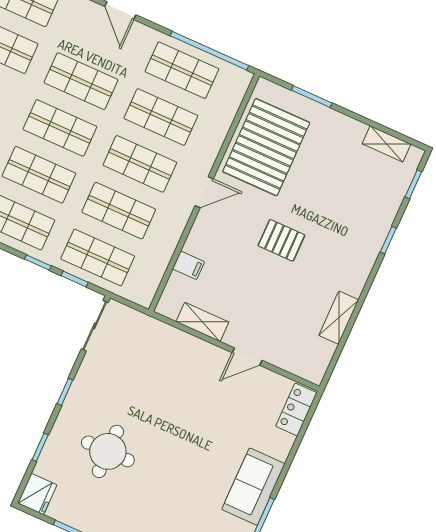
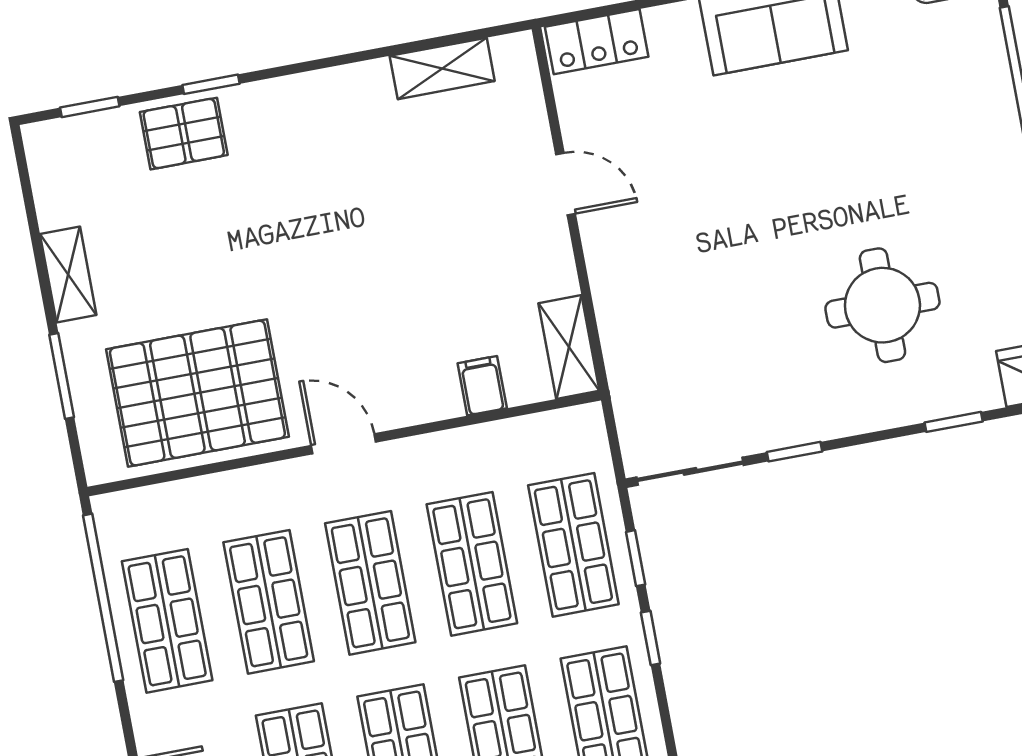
shelving: (386, 144) -> (68, 275), moved
pallet: (281, 240) -> (184, 134), moved, turned 90
shelving: (339, 318) -> (442, 68), moved
shelving: (202, 322) -> (569, 347), moved
window: (65, 392) -> (795, 452), moved

